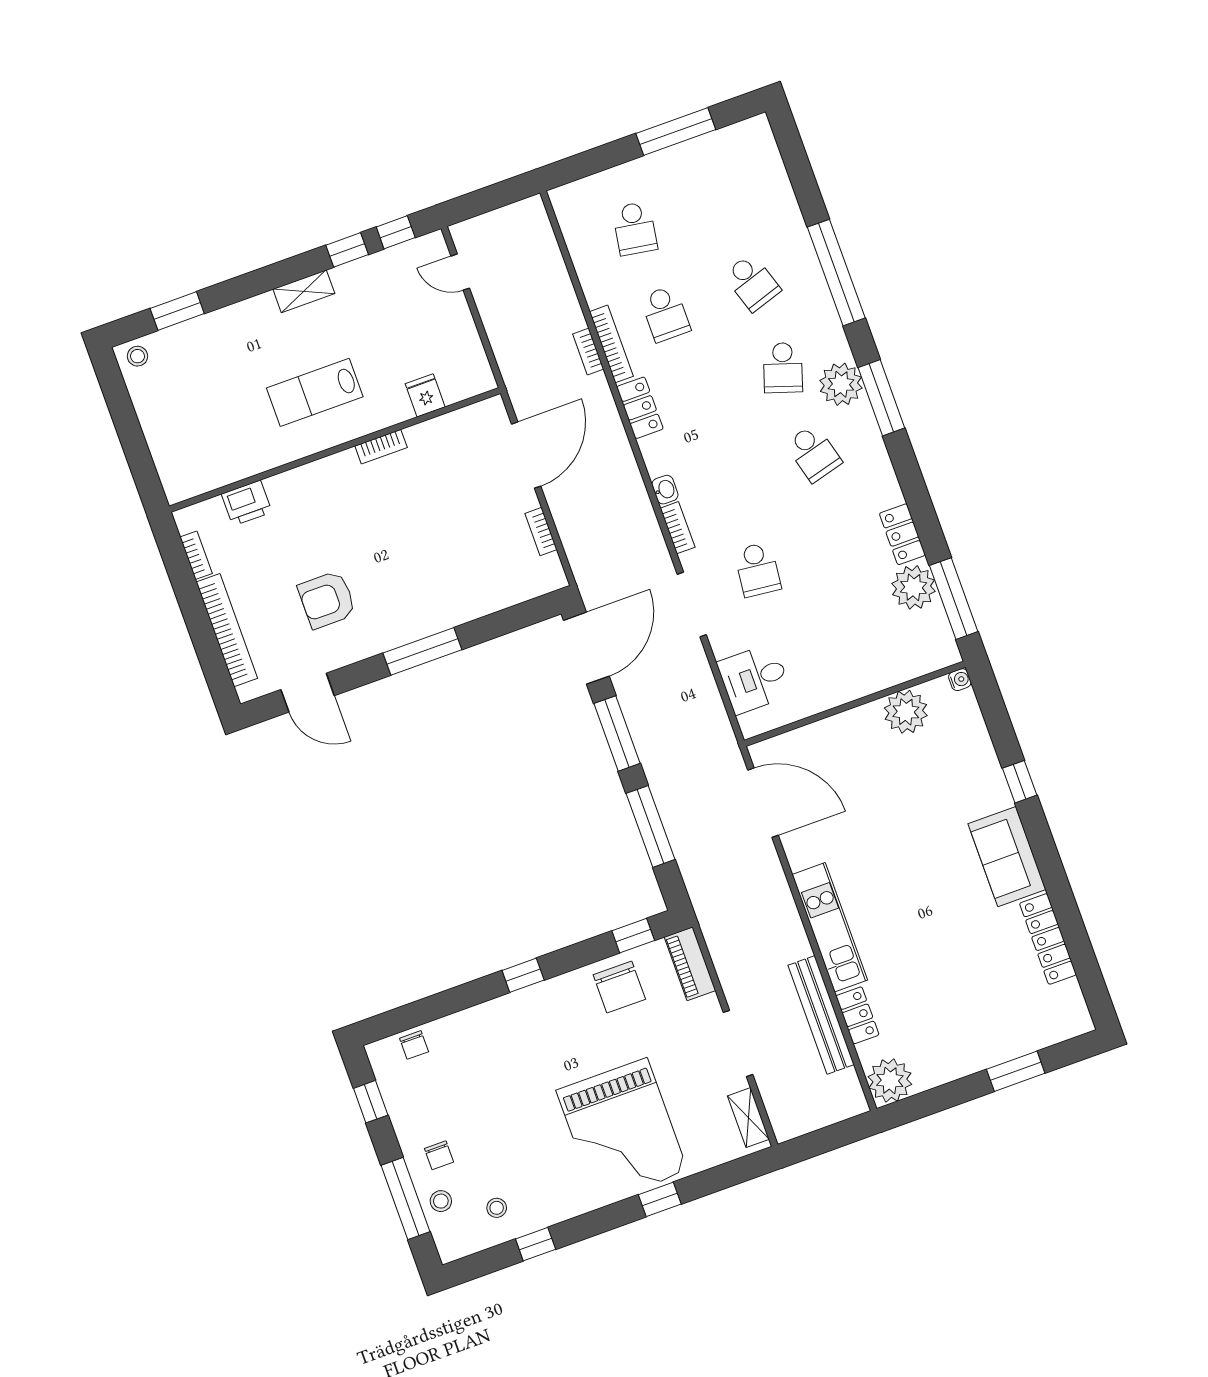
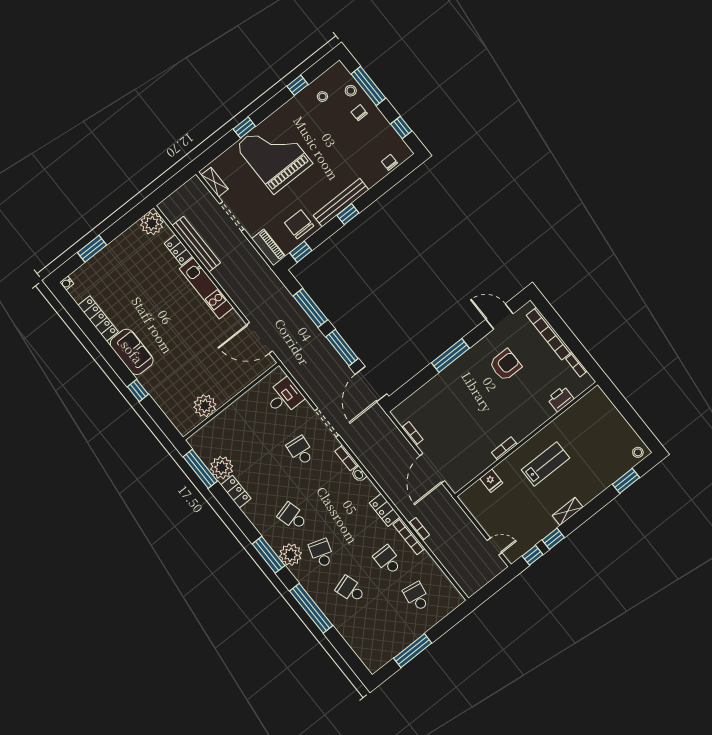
water cooler: (960, 680) -> (67, 283), moved
bench: (528, 1001) -> (341, 203), added

